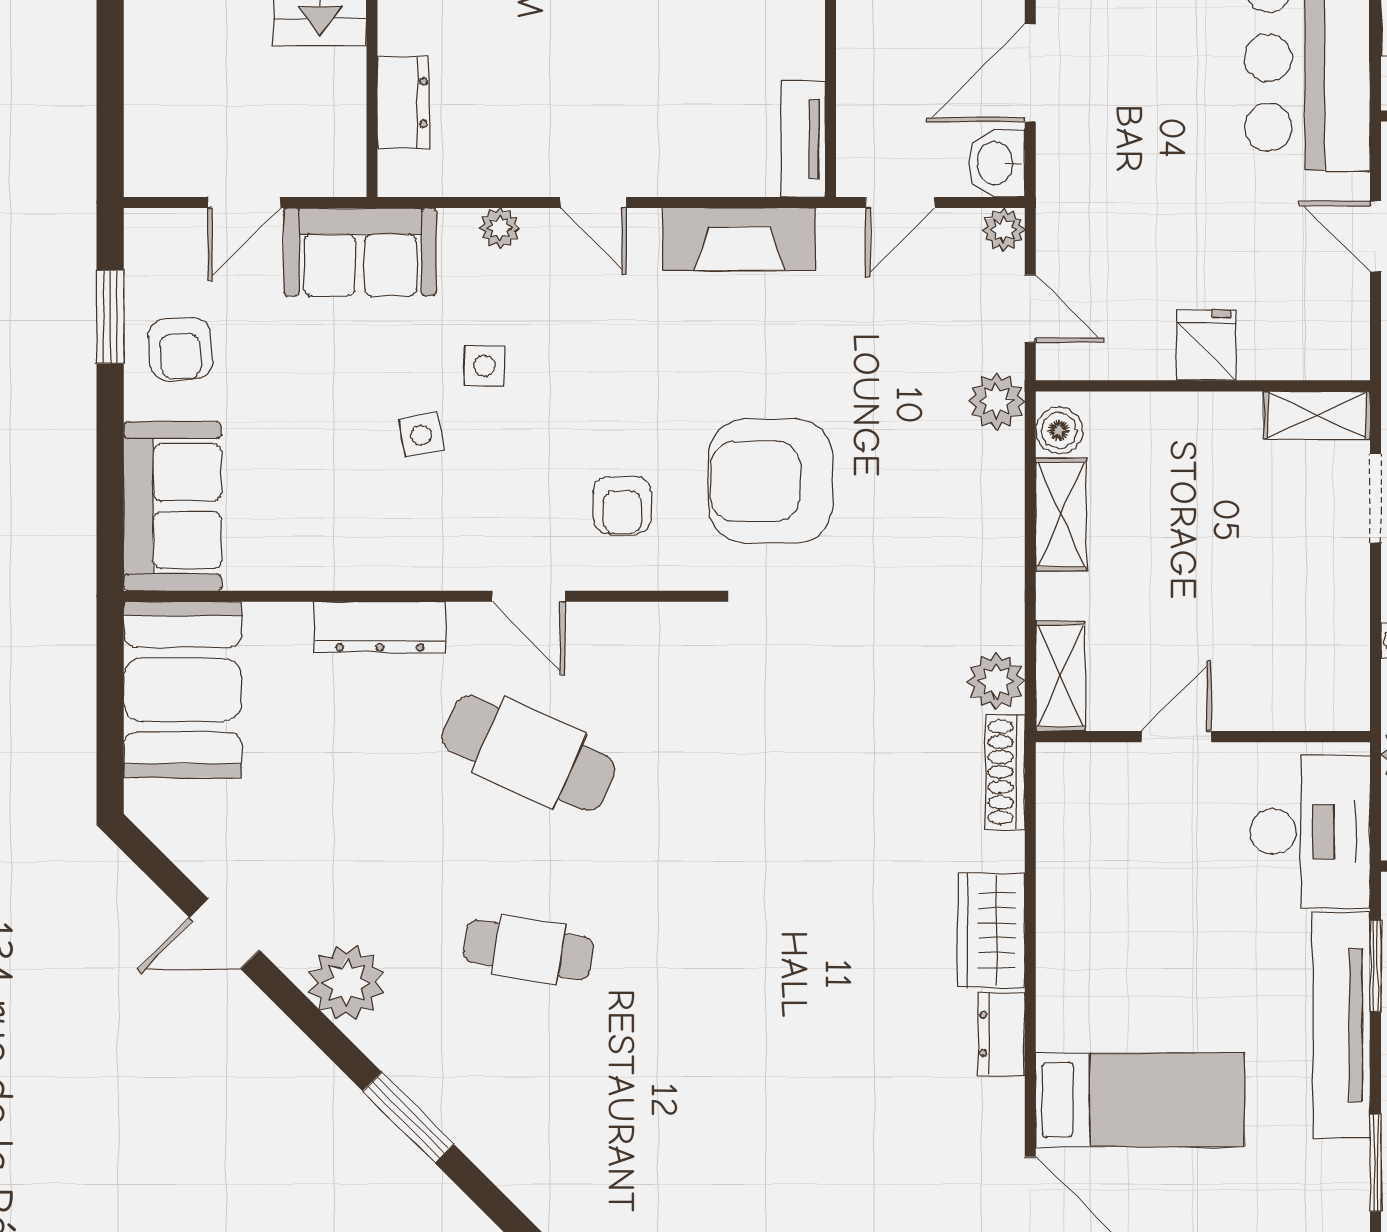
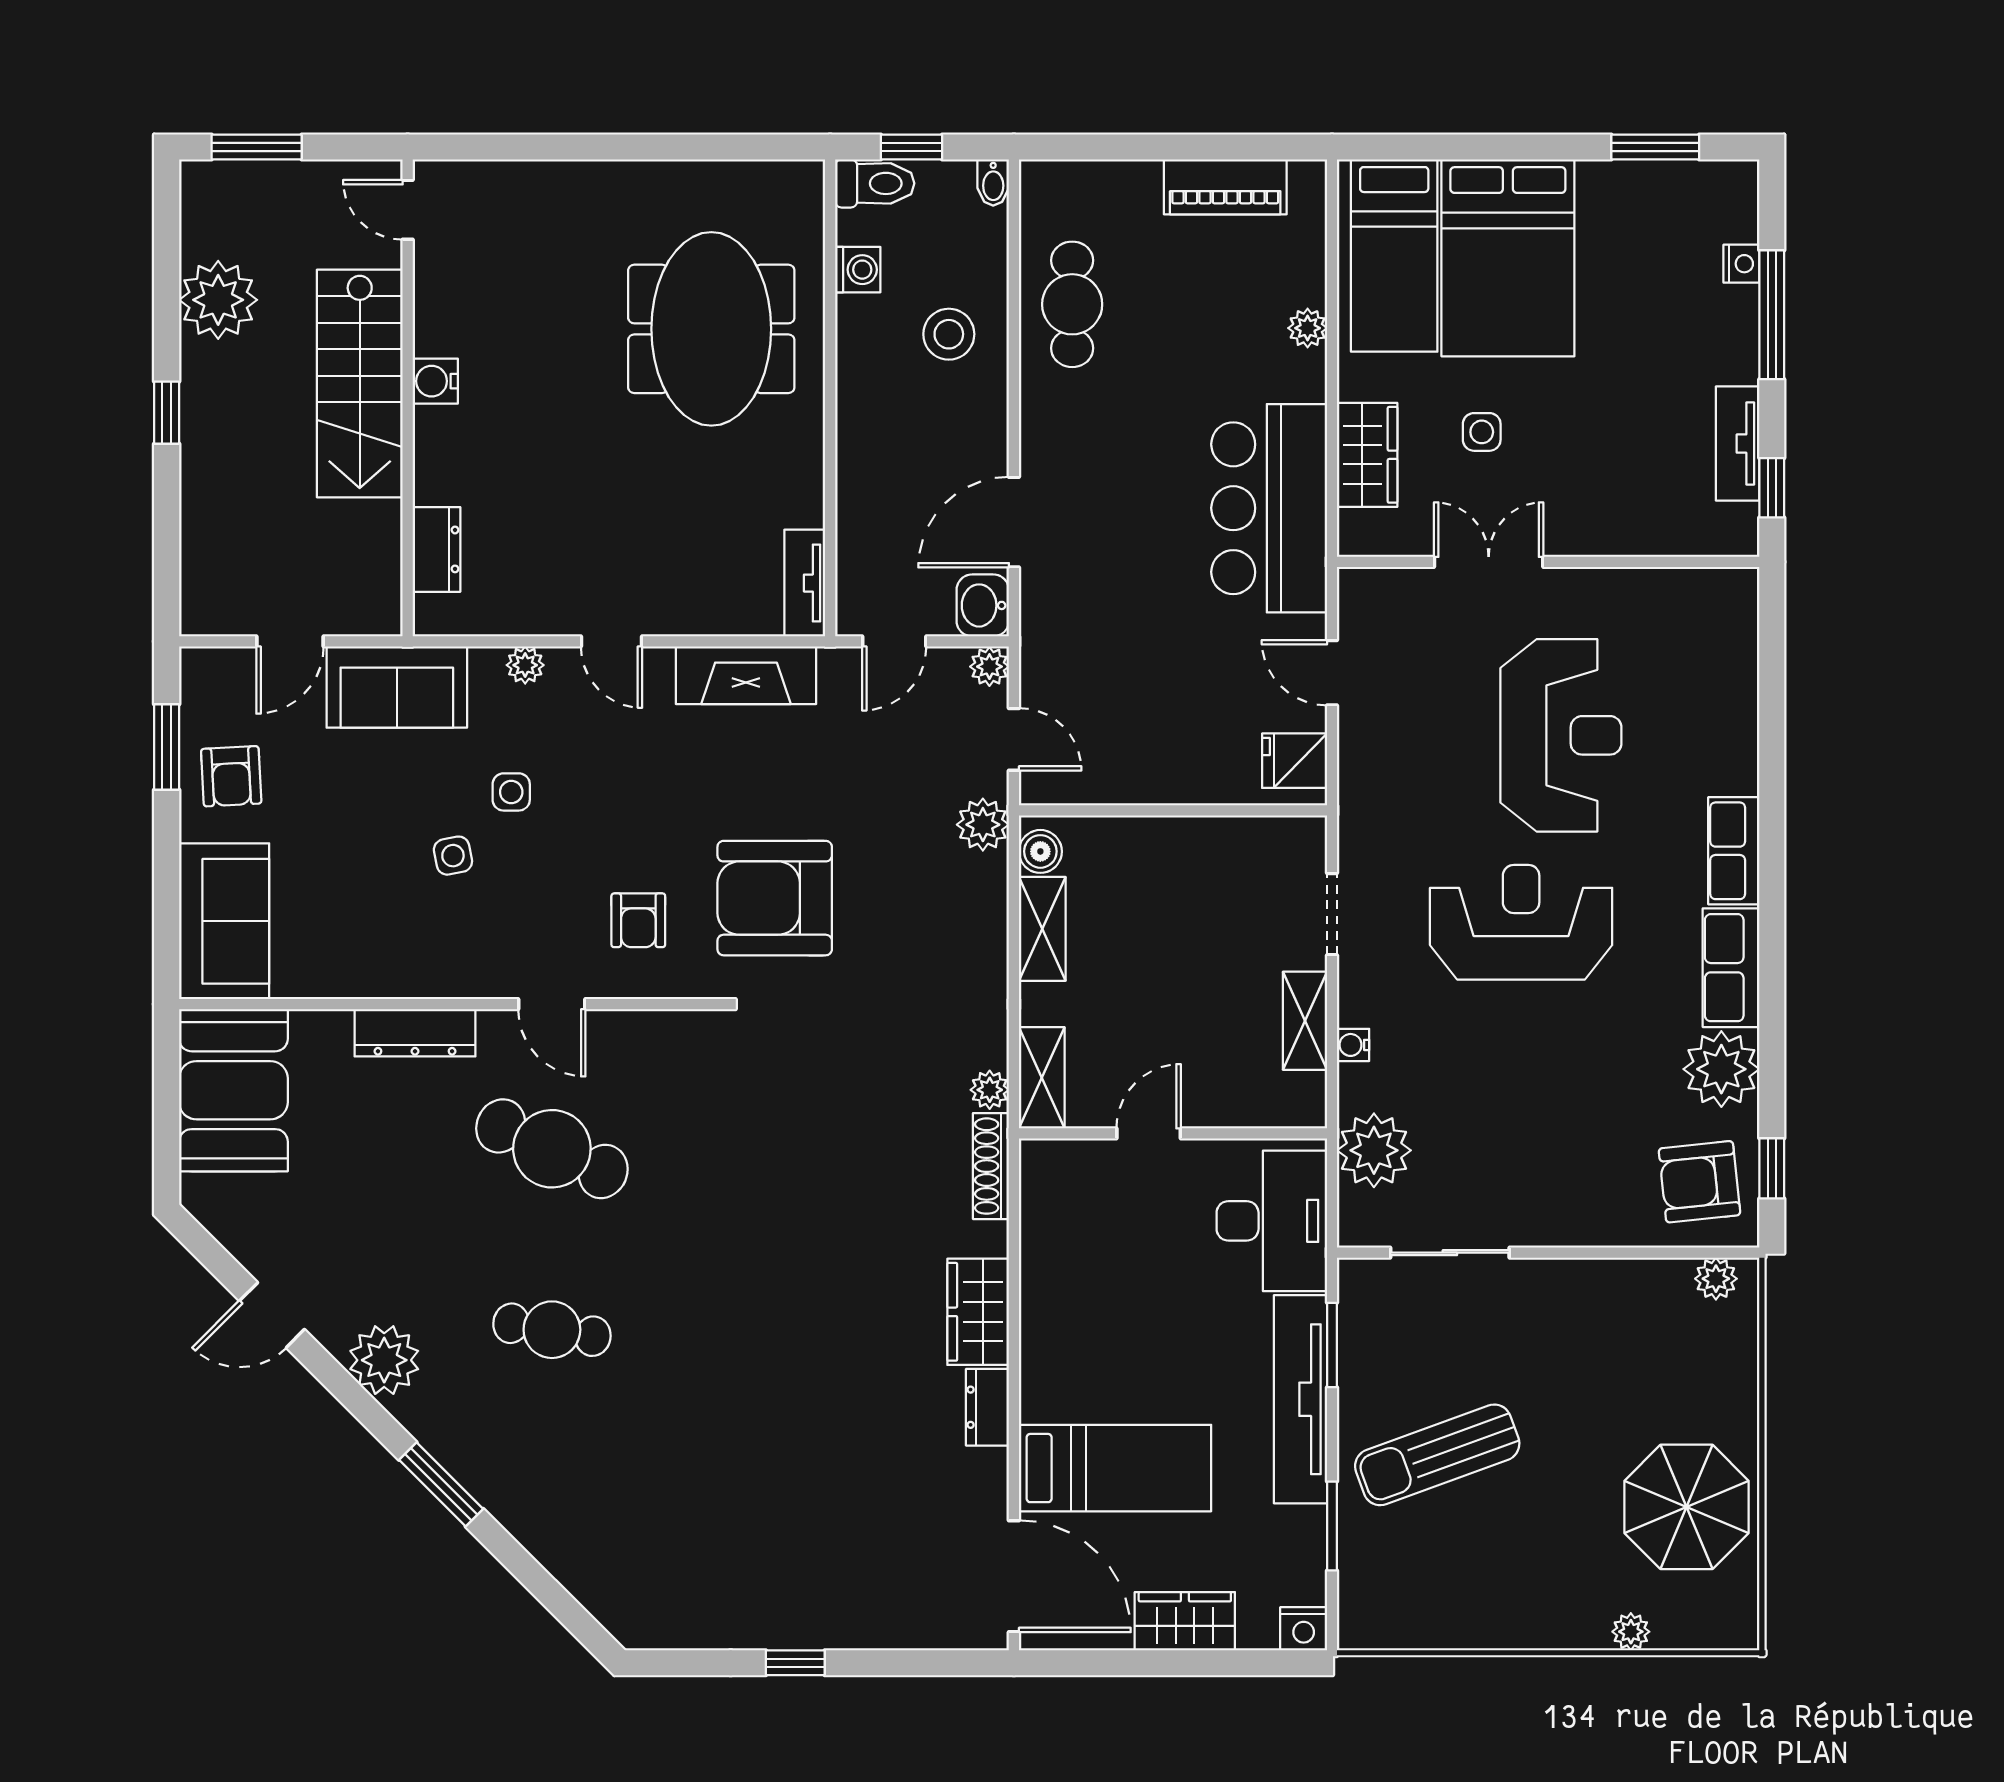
fridge: (1206, 345) -> (1295, 761), moved, turned -90
shelving: (1317, 415) -> (1305, 1021), moved, turned 90
plant: (996, 681) -> (990, 1090), width x0.73, depth x0.73

